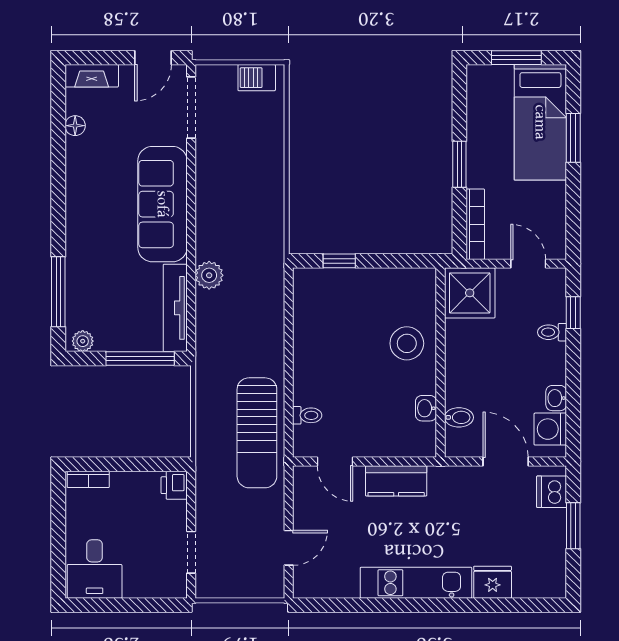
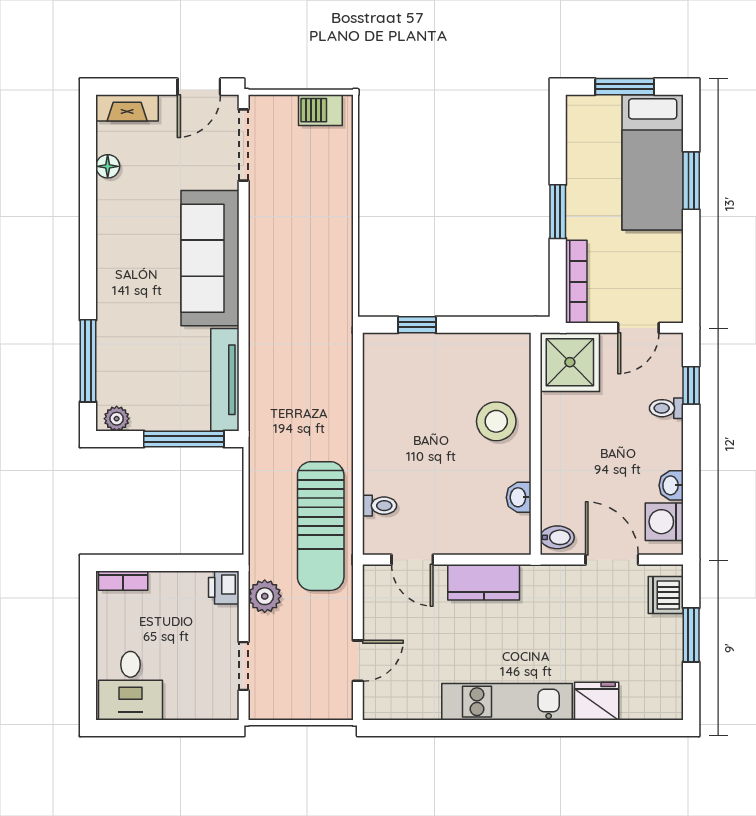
door: (528, 264) -> (638, 328), swing flipped
plant: (209, 275) -> (265, 596), moved
bidet: (459, 417) -> (557, 537), moved

